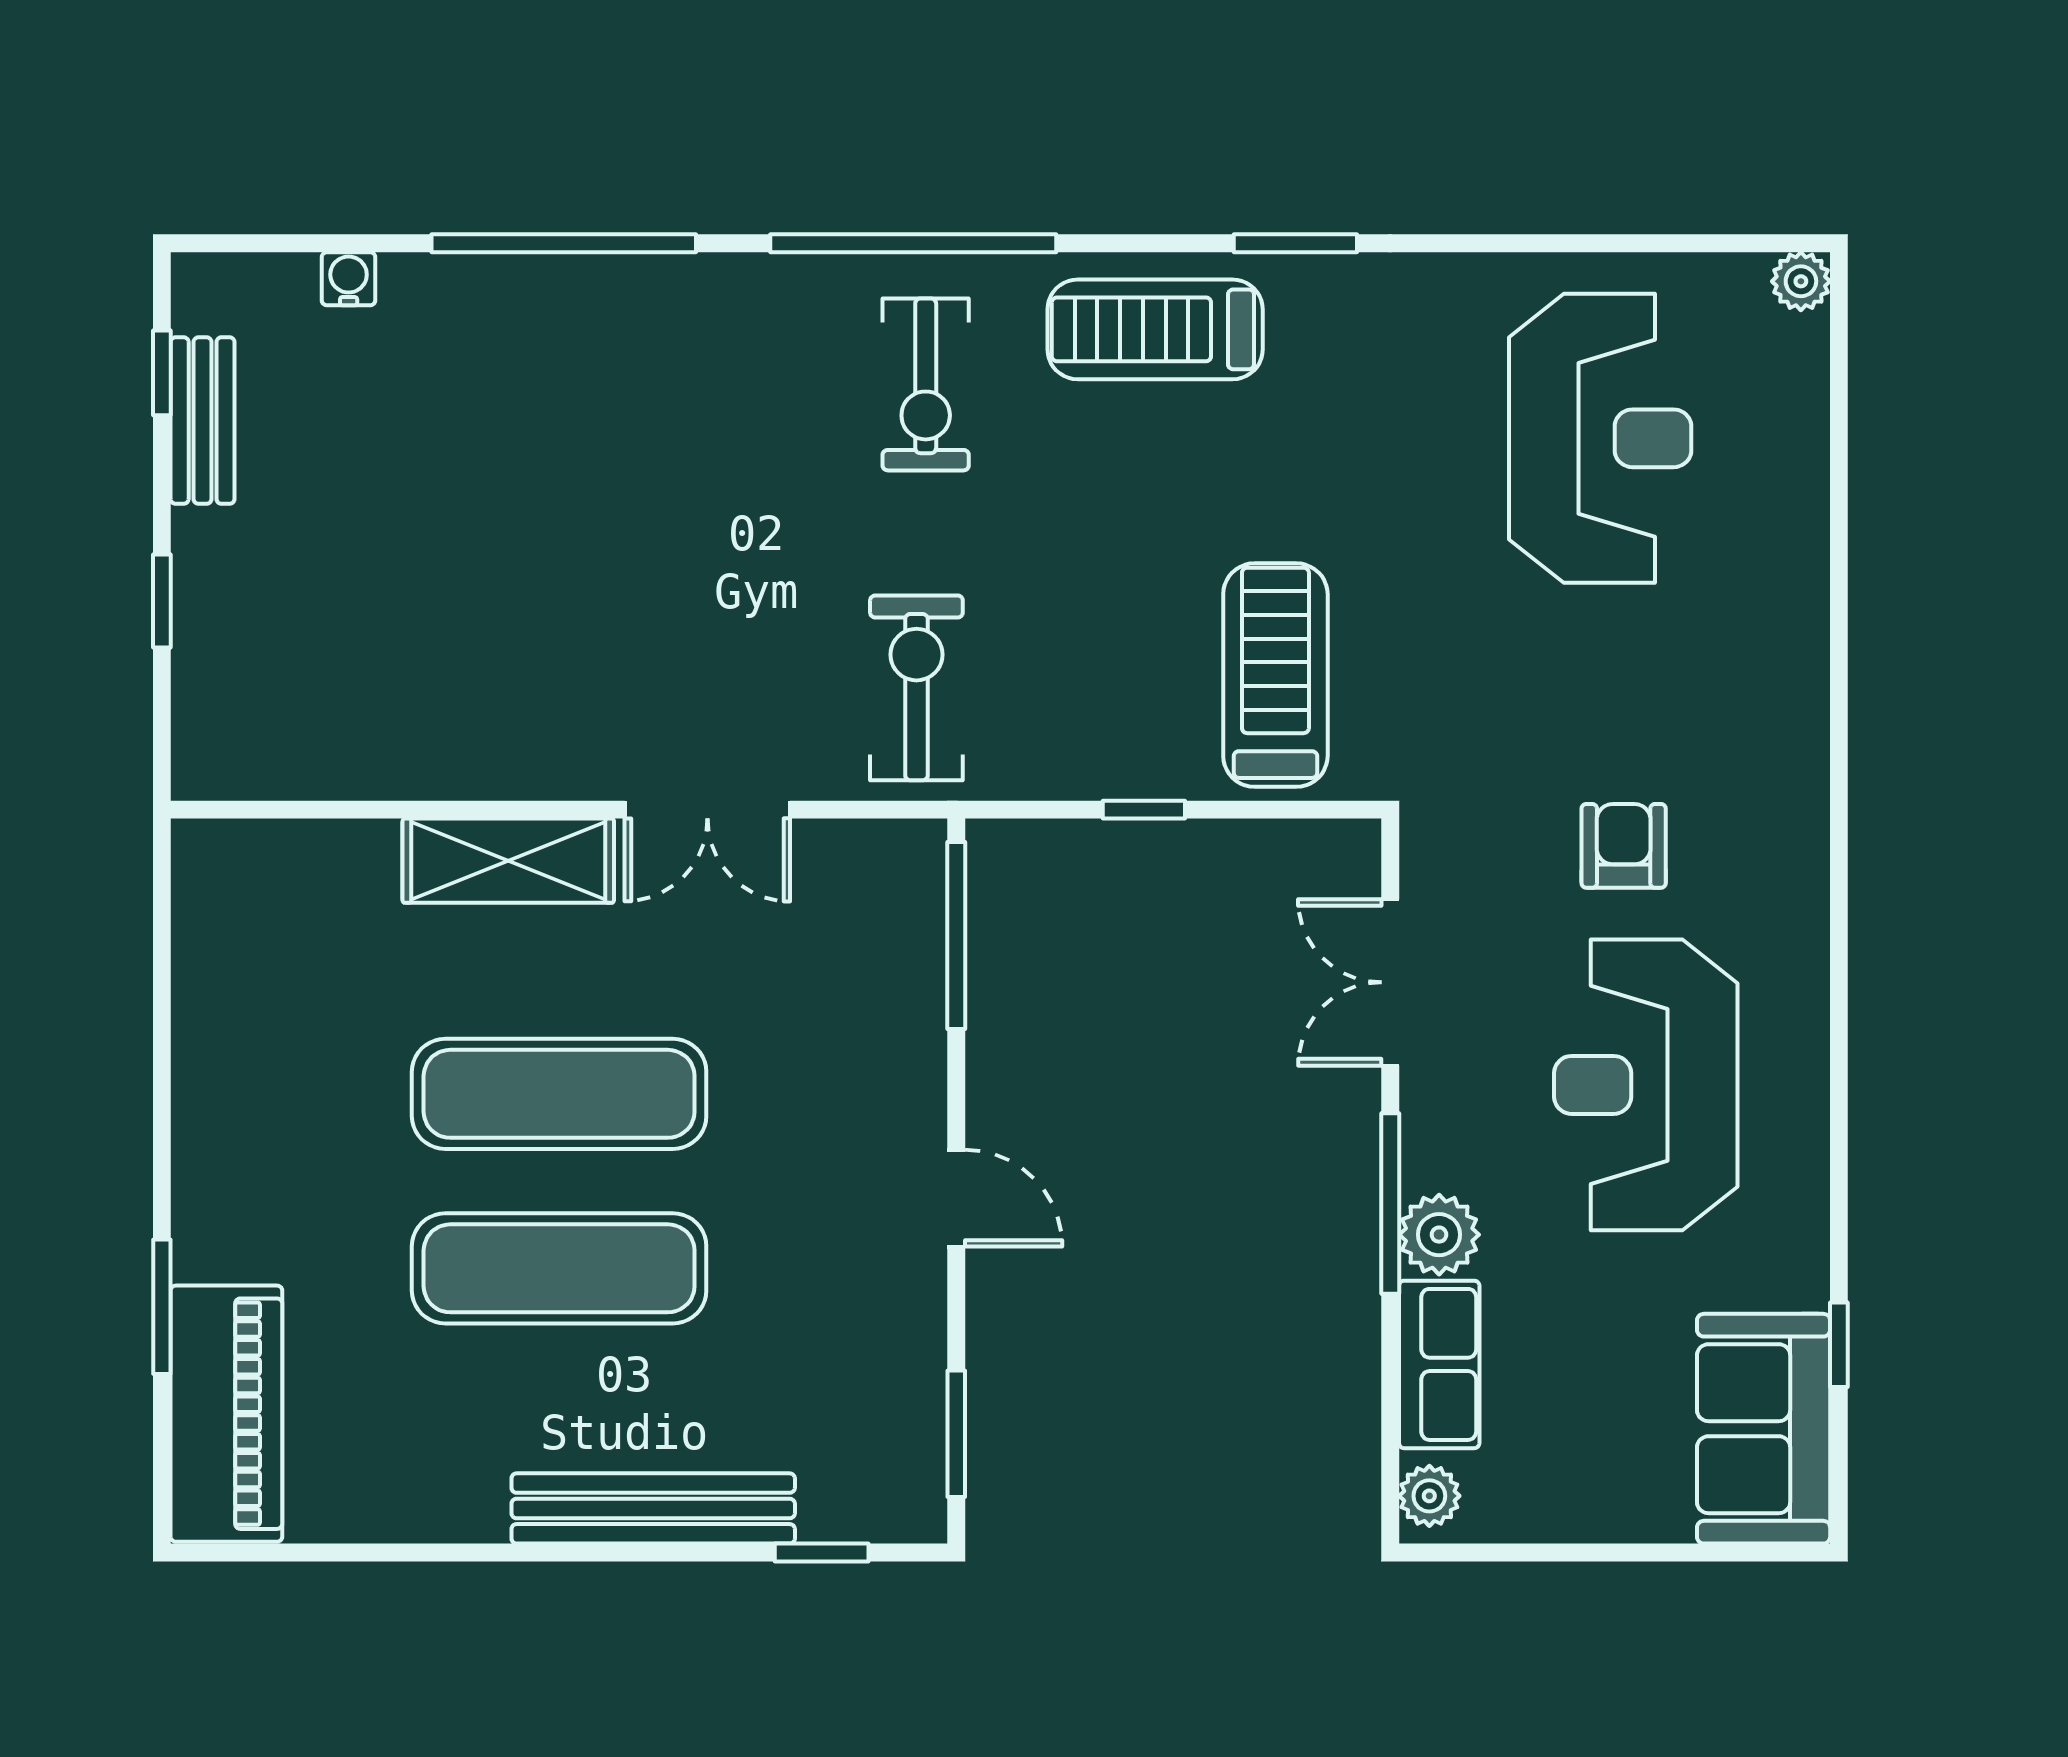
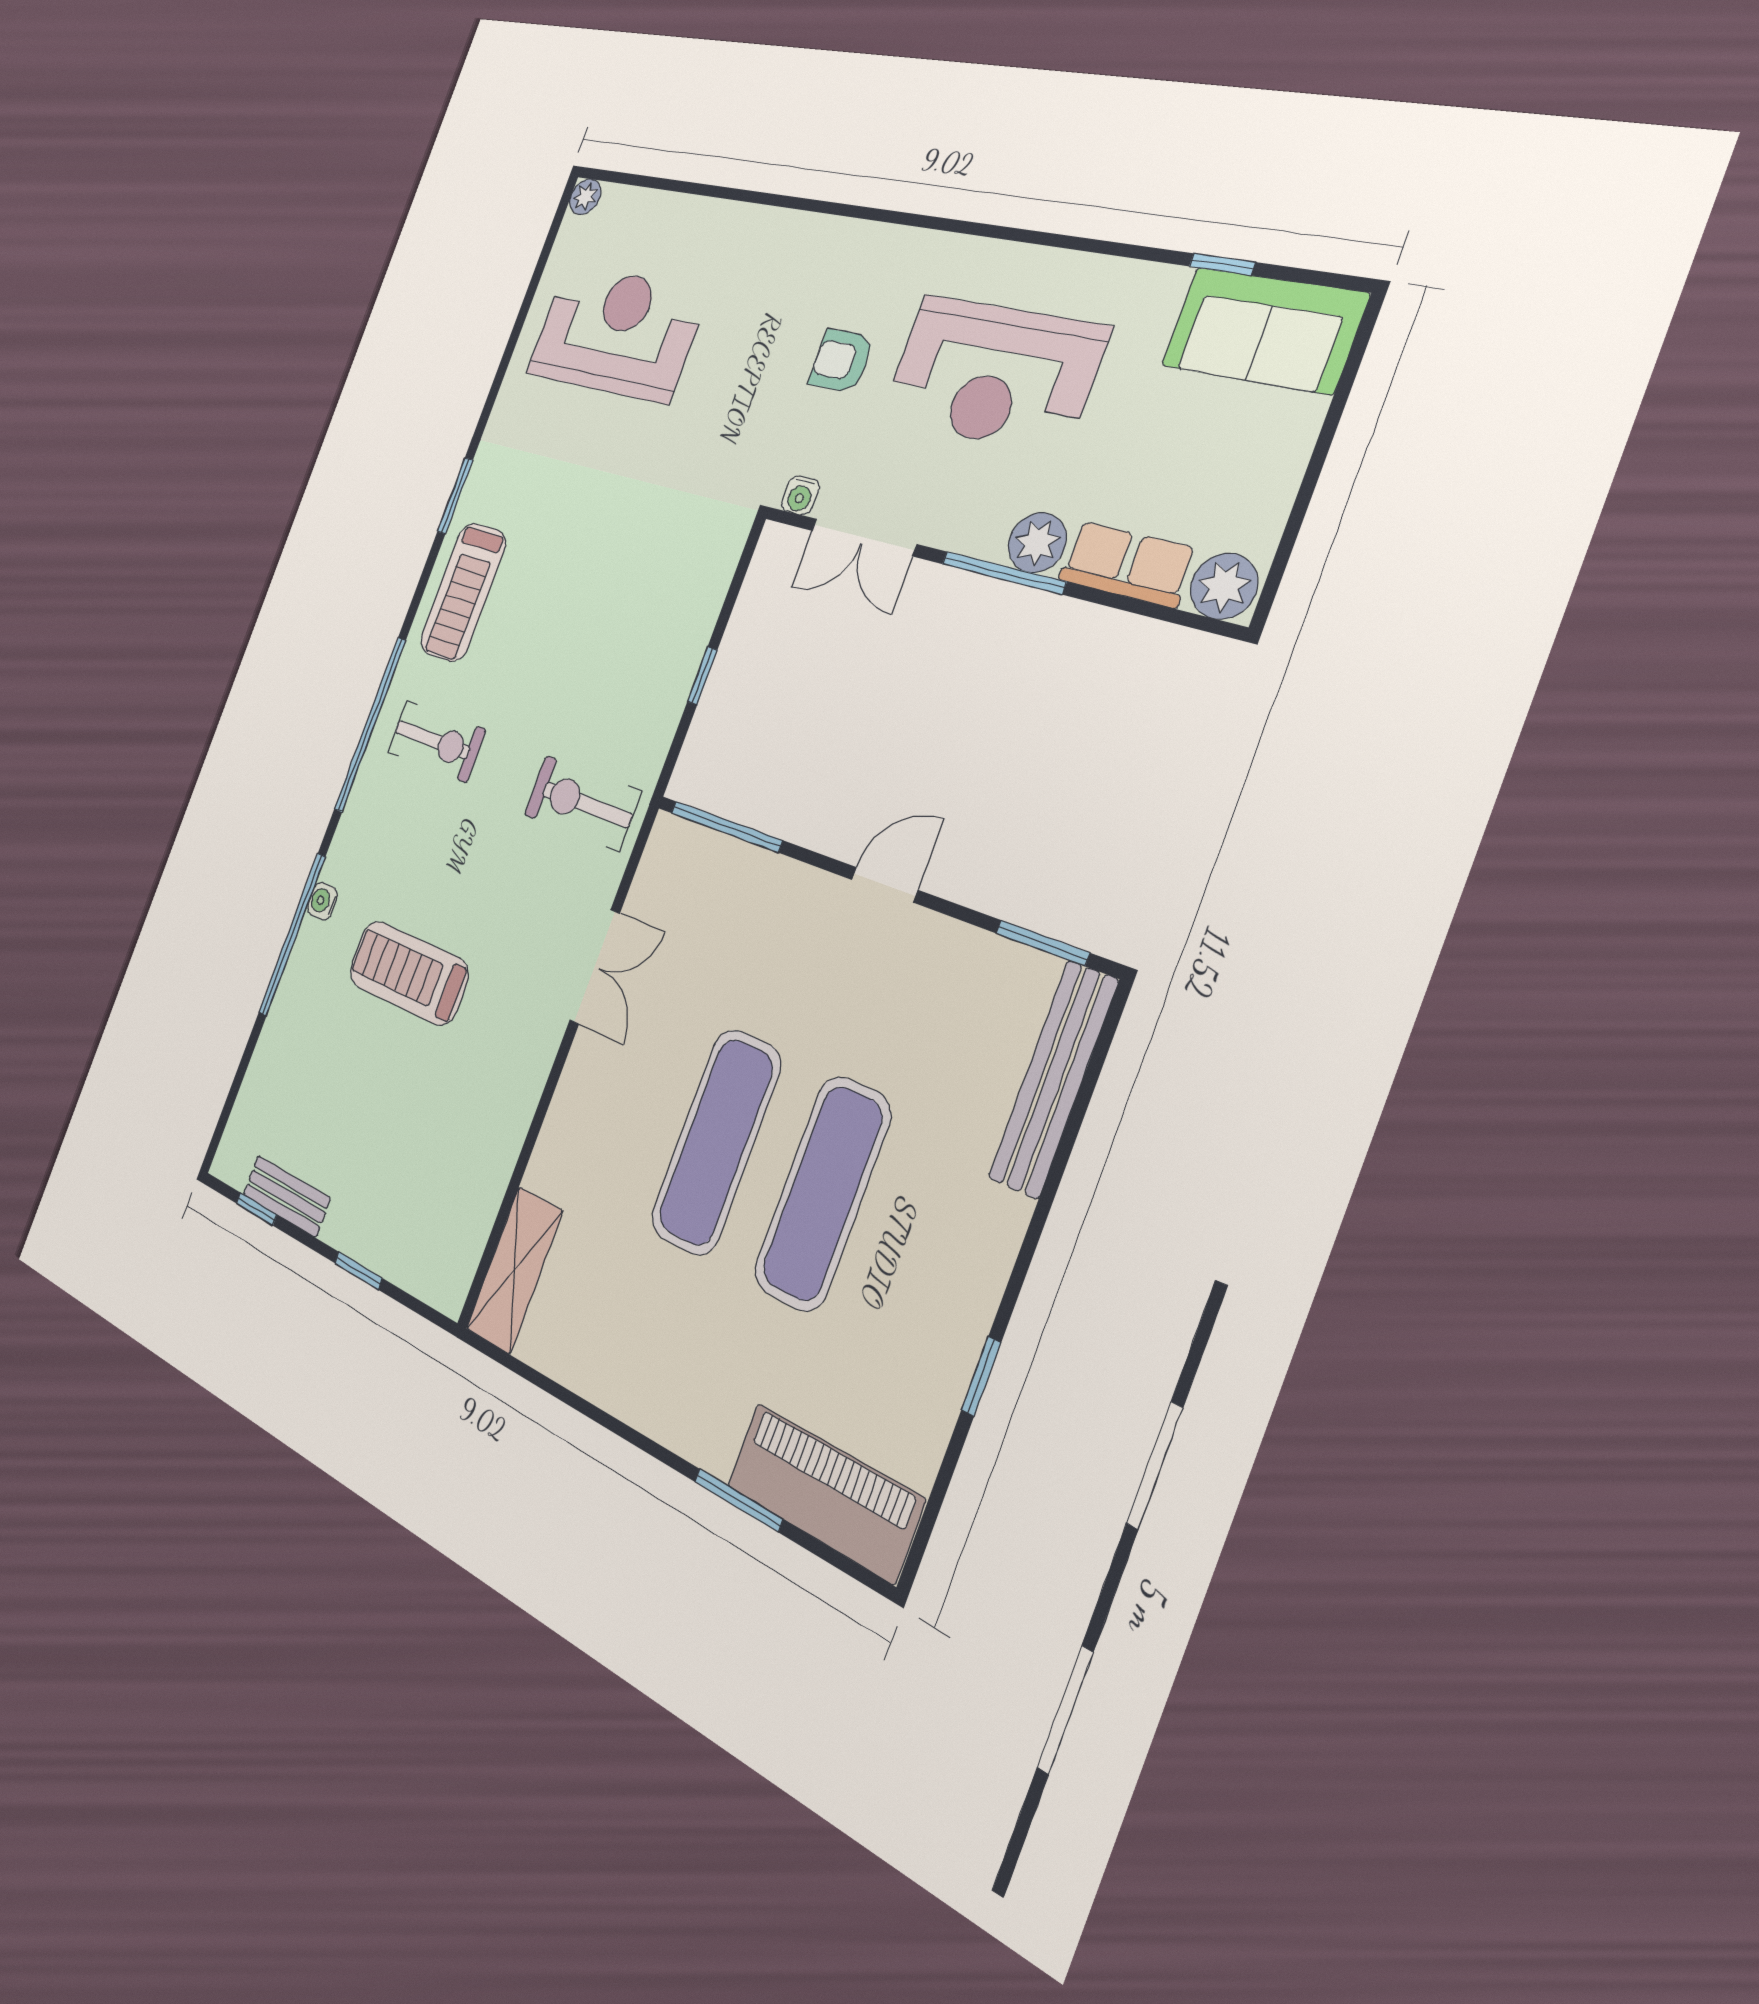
water cooler: (349, 279) -> (322, 901), moved
treadmill: (1275, 675) -> (408, 973), moved
water cooler: (1425, 860) -> (800, 495), added
shelving: (508, 861) -> (514, 1270), moved
plant: (1429, 1496) -> (1224, 586), width x1.38, depth x1.38
bench: (653, 1508) -> (1053, 1079), moved
window: (822, 1553) -> (981, 1376), moved

